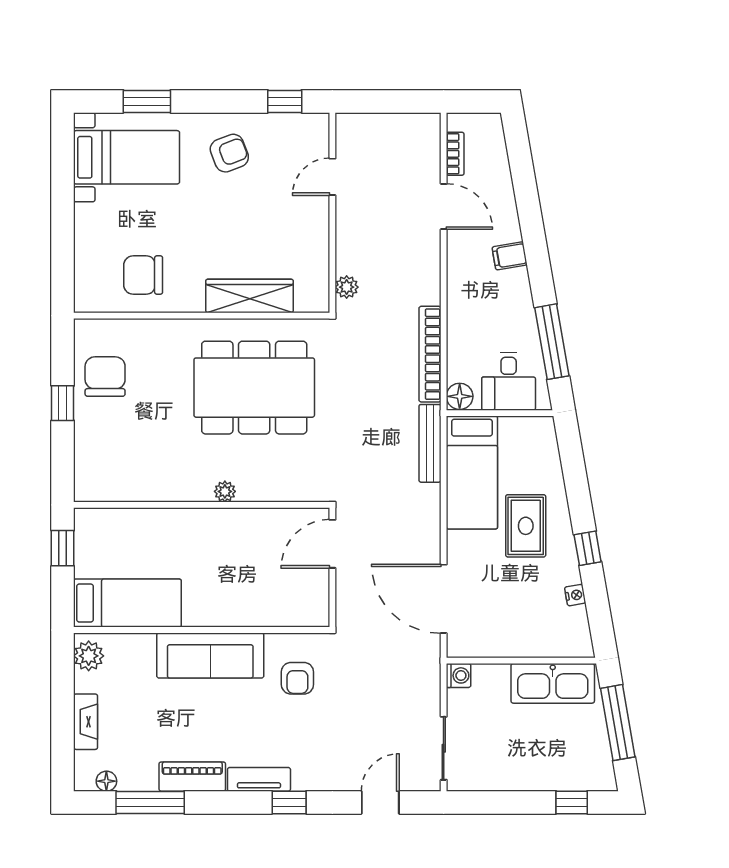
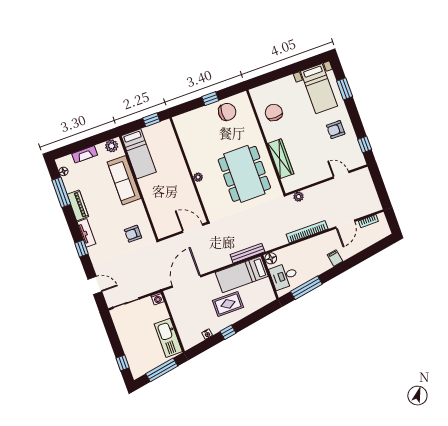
armchair: (229, 153) -> (336, 130), turned 111
bookcase: (430, 354) -> (307, 232), moved
sofa: (210, 655) -> (124, 180), moved

